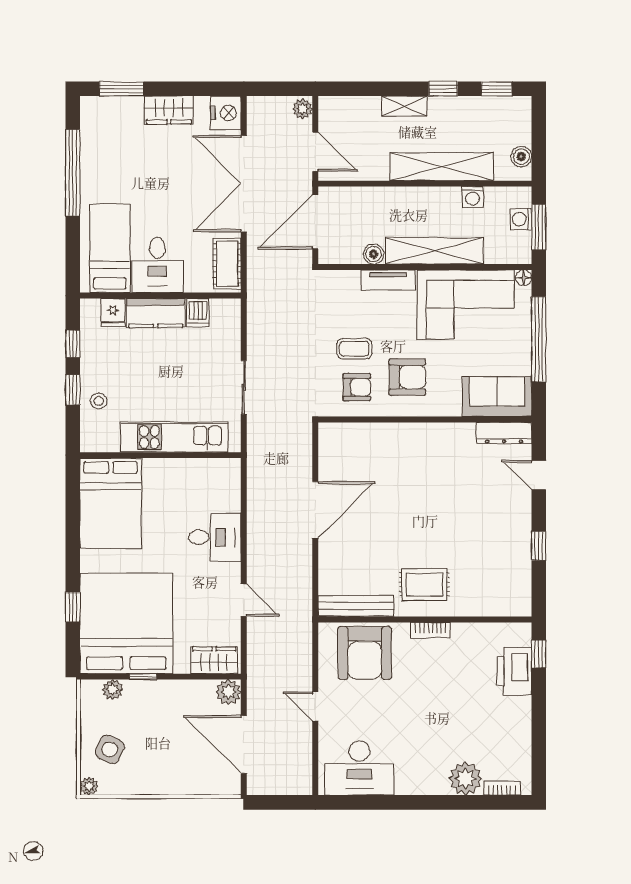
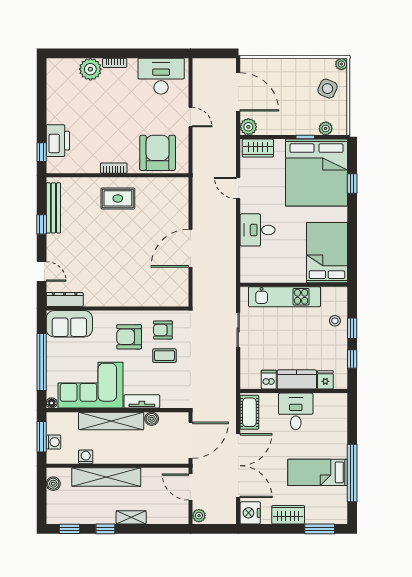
bed: (110, 248) -> (318, 472), moved, turned 90
bench: (356, 606) -> (53, 208), moved, turned 90
bookcase: (502, 788) -> (115, 63), moved

